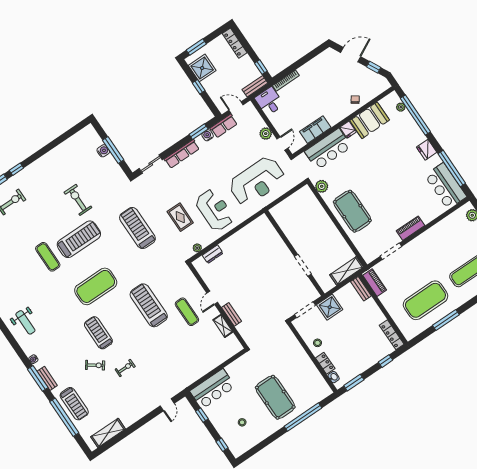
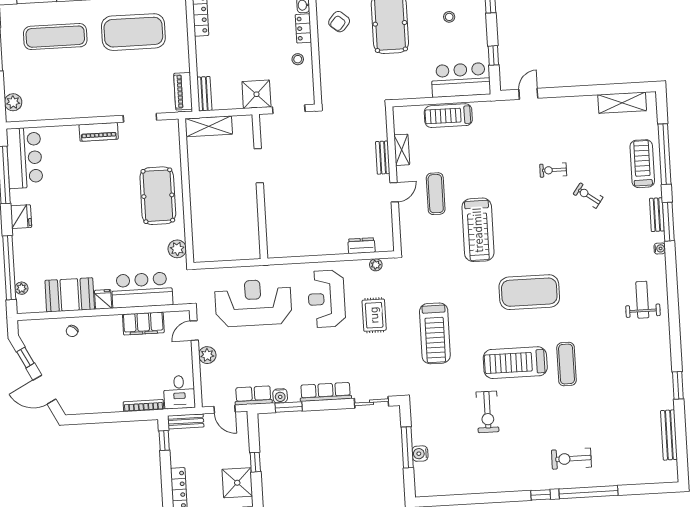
treadmill: (98, 333) -> (448, 116), moved, turned 90
armchair: (306, 380) -> (339, 22), added

